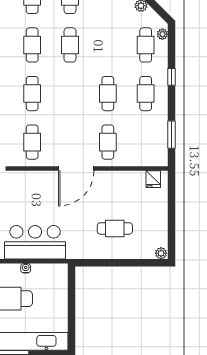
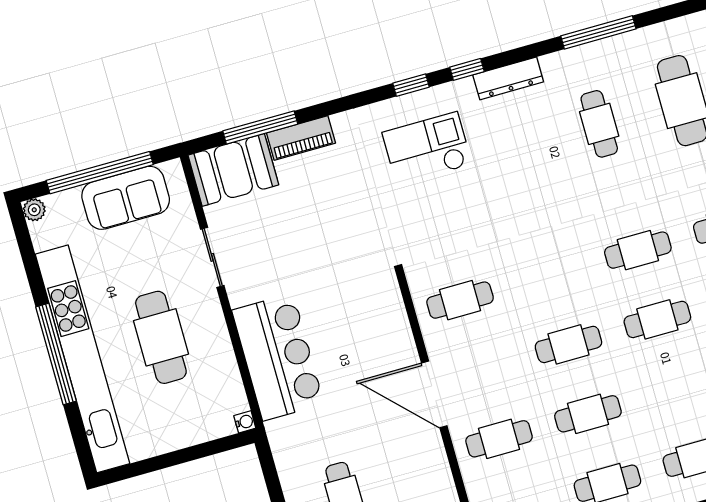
cafe table: (32, 94) -> (568, 344), moved
water cooler: (26, 268) -> (245, 422), moved

